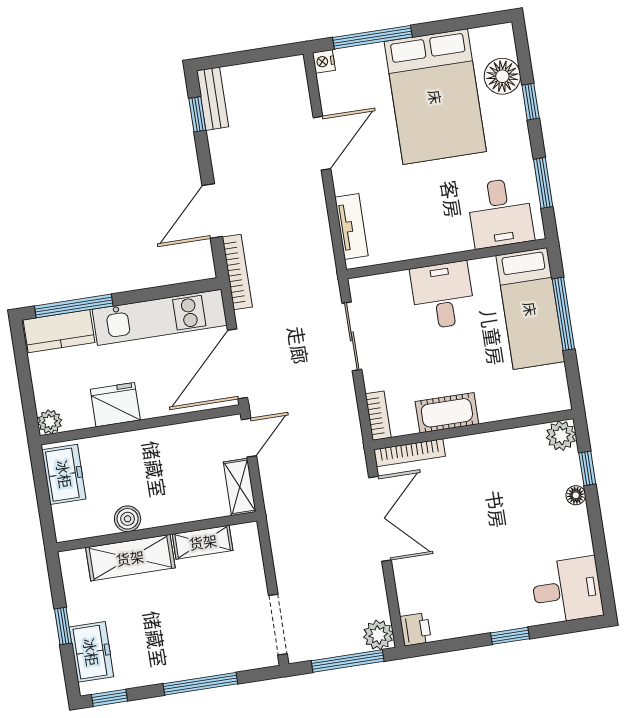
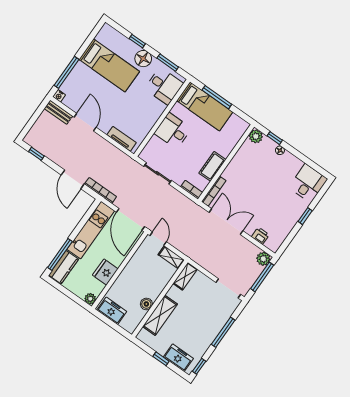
floor lamp: (502, 76) -> (143, 59), moved
bed: (435, 97) -> (109, 65), width x0.67
bench: (213, 99) -> (58, 112), moved
shelving: (203, 542) -> (185, 276), moved
printer: (416, 629) -> (260, 236), moved

